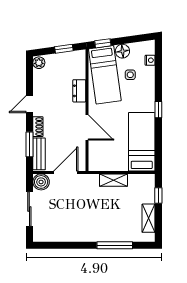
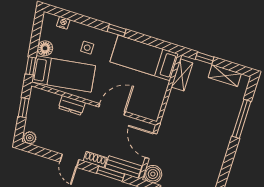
side table: (130, 75) -> (87, 48), moved
shelving: (113, 180) -> (182, 75), moved

